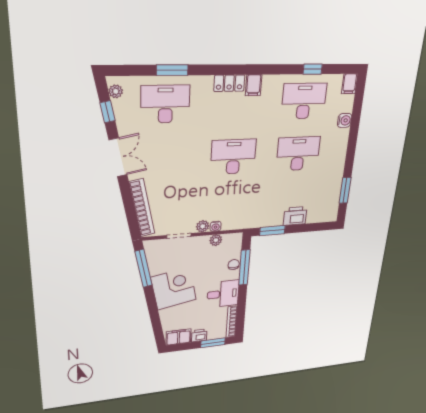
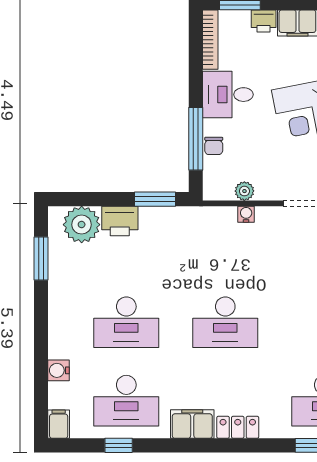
filing cabinet: (254, 85) -> (192, 424), width x2.00
plant: (203, 226) -> (82, 225), moved, width x1.87, depth x1.87

